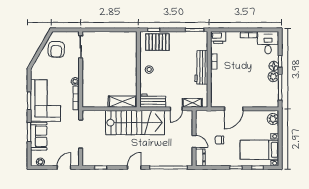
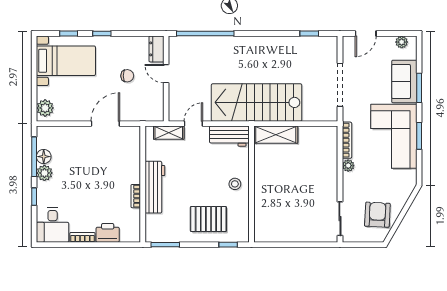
printer: (218, 38) -> (108, 233), moved
pallet: (157, 42) -> (208, 219), moved
floor lamp: (274, 66) -> (44, 157), moved
door: (134, 167) -> (258, 34), removed

